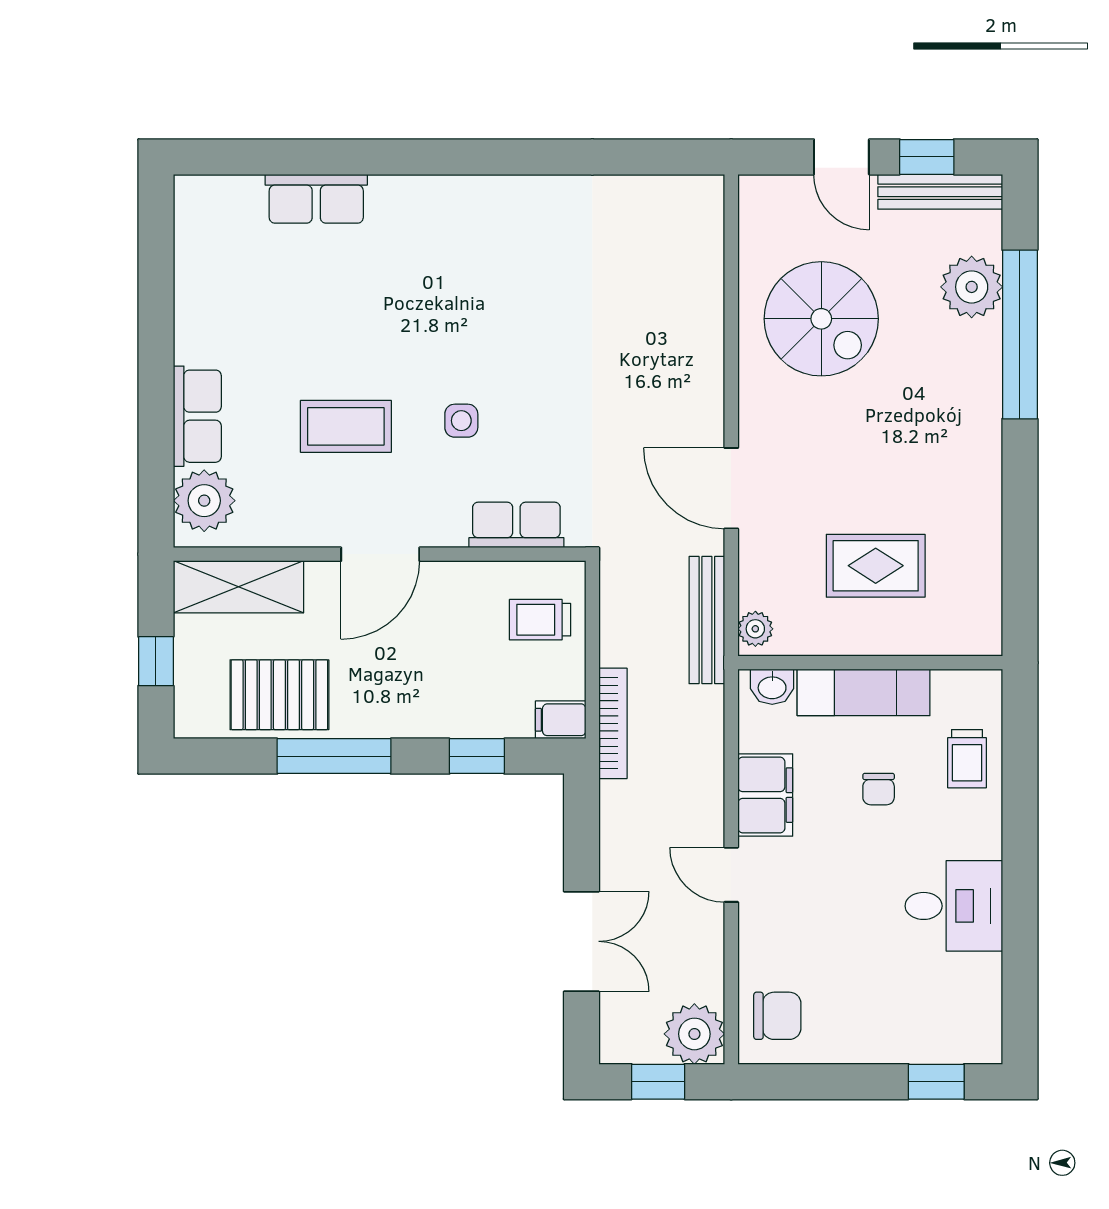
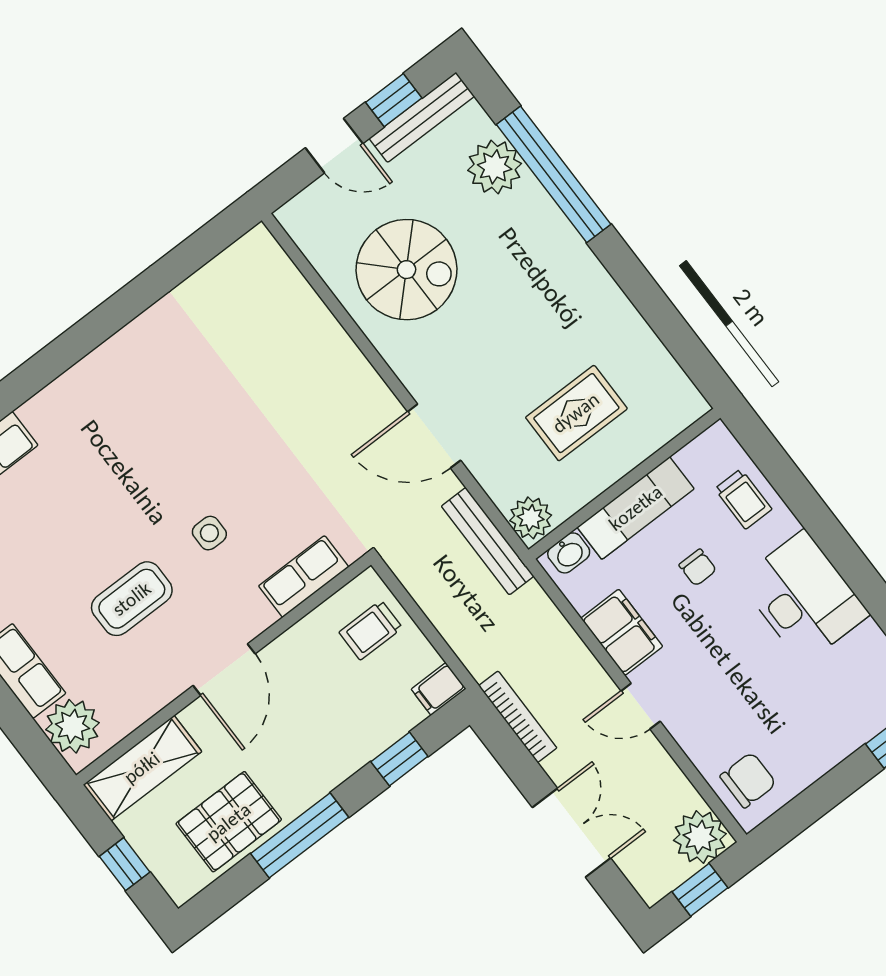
plant: (755, 629) -> (531, 518), width x1.38, depth x1.38
bookcase: (613, 723) -> (518, 717), moved
desk: (954, 906) -> (804, 597), width x1.37

